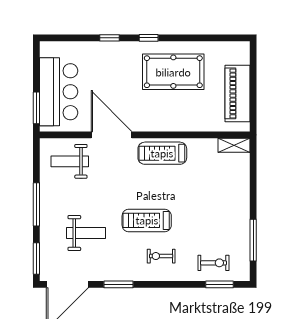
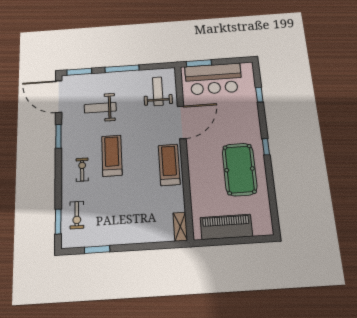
window: (109, 38) -> (259, 95), moved
weight bench: (86, 233) -> (100, 108), turned 90
window: (253, 240) -> (97, 250), width x0.69

